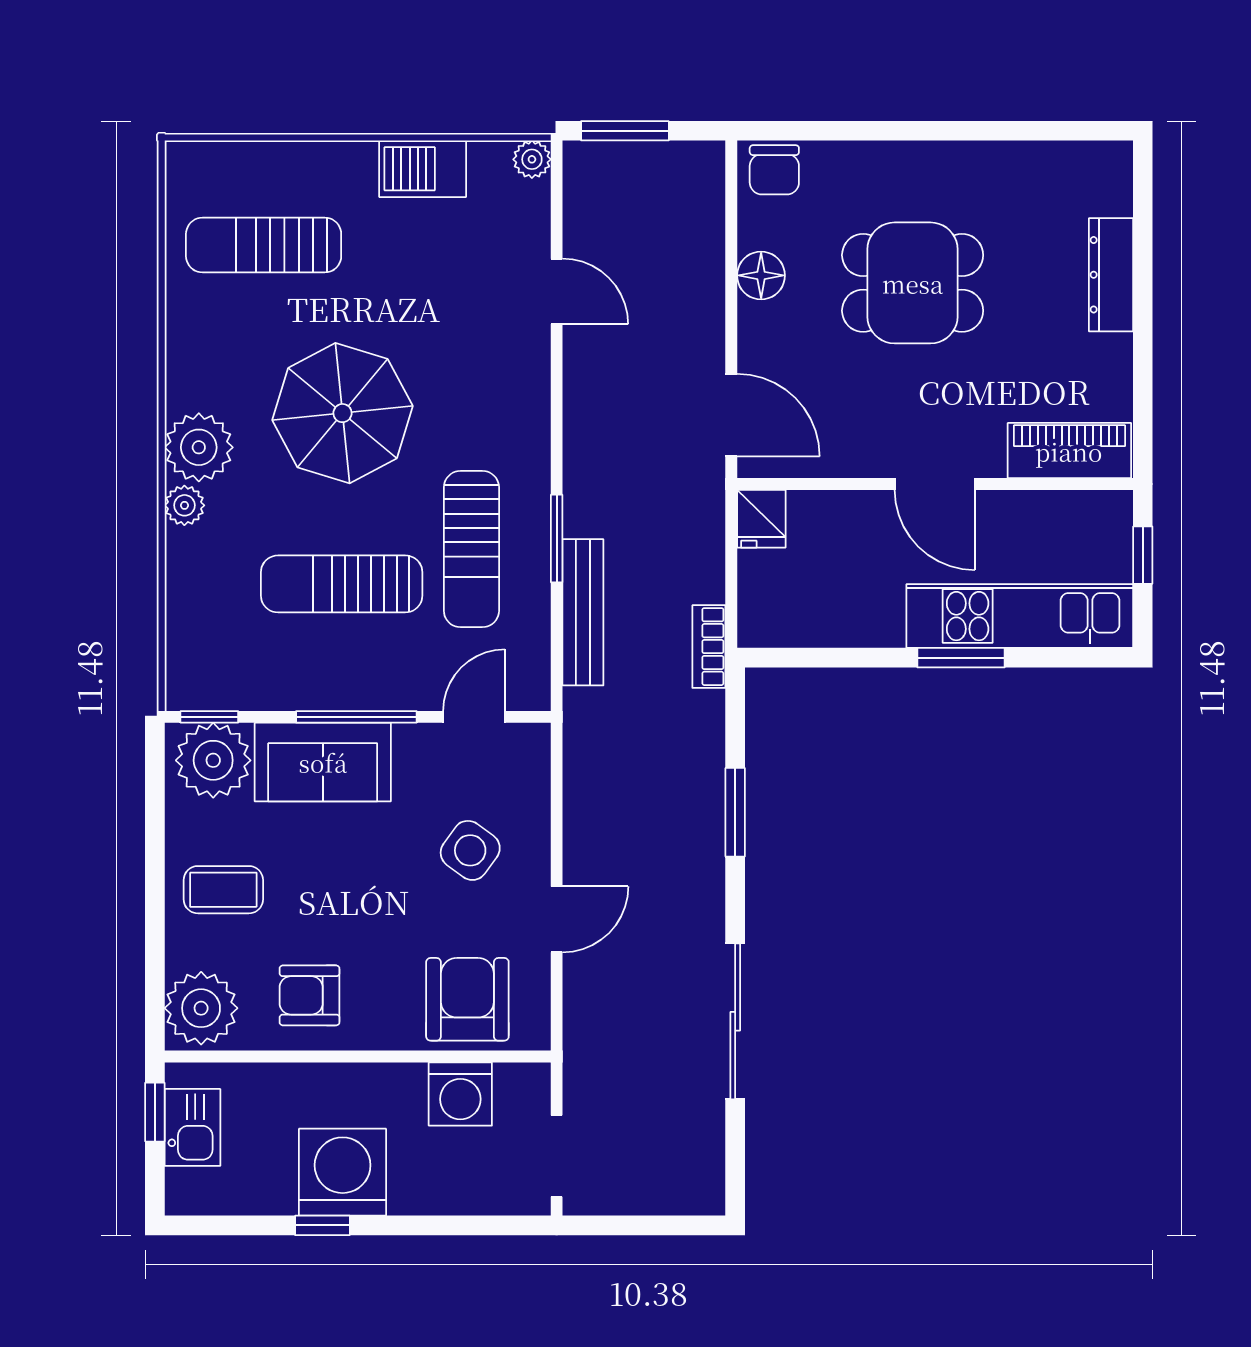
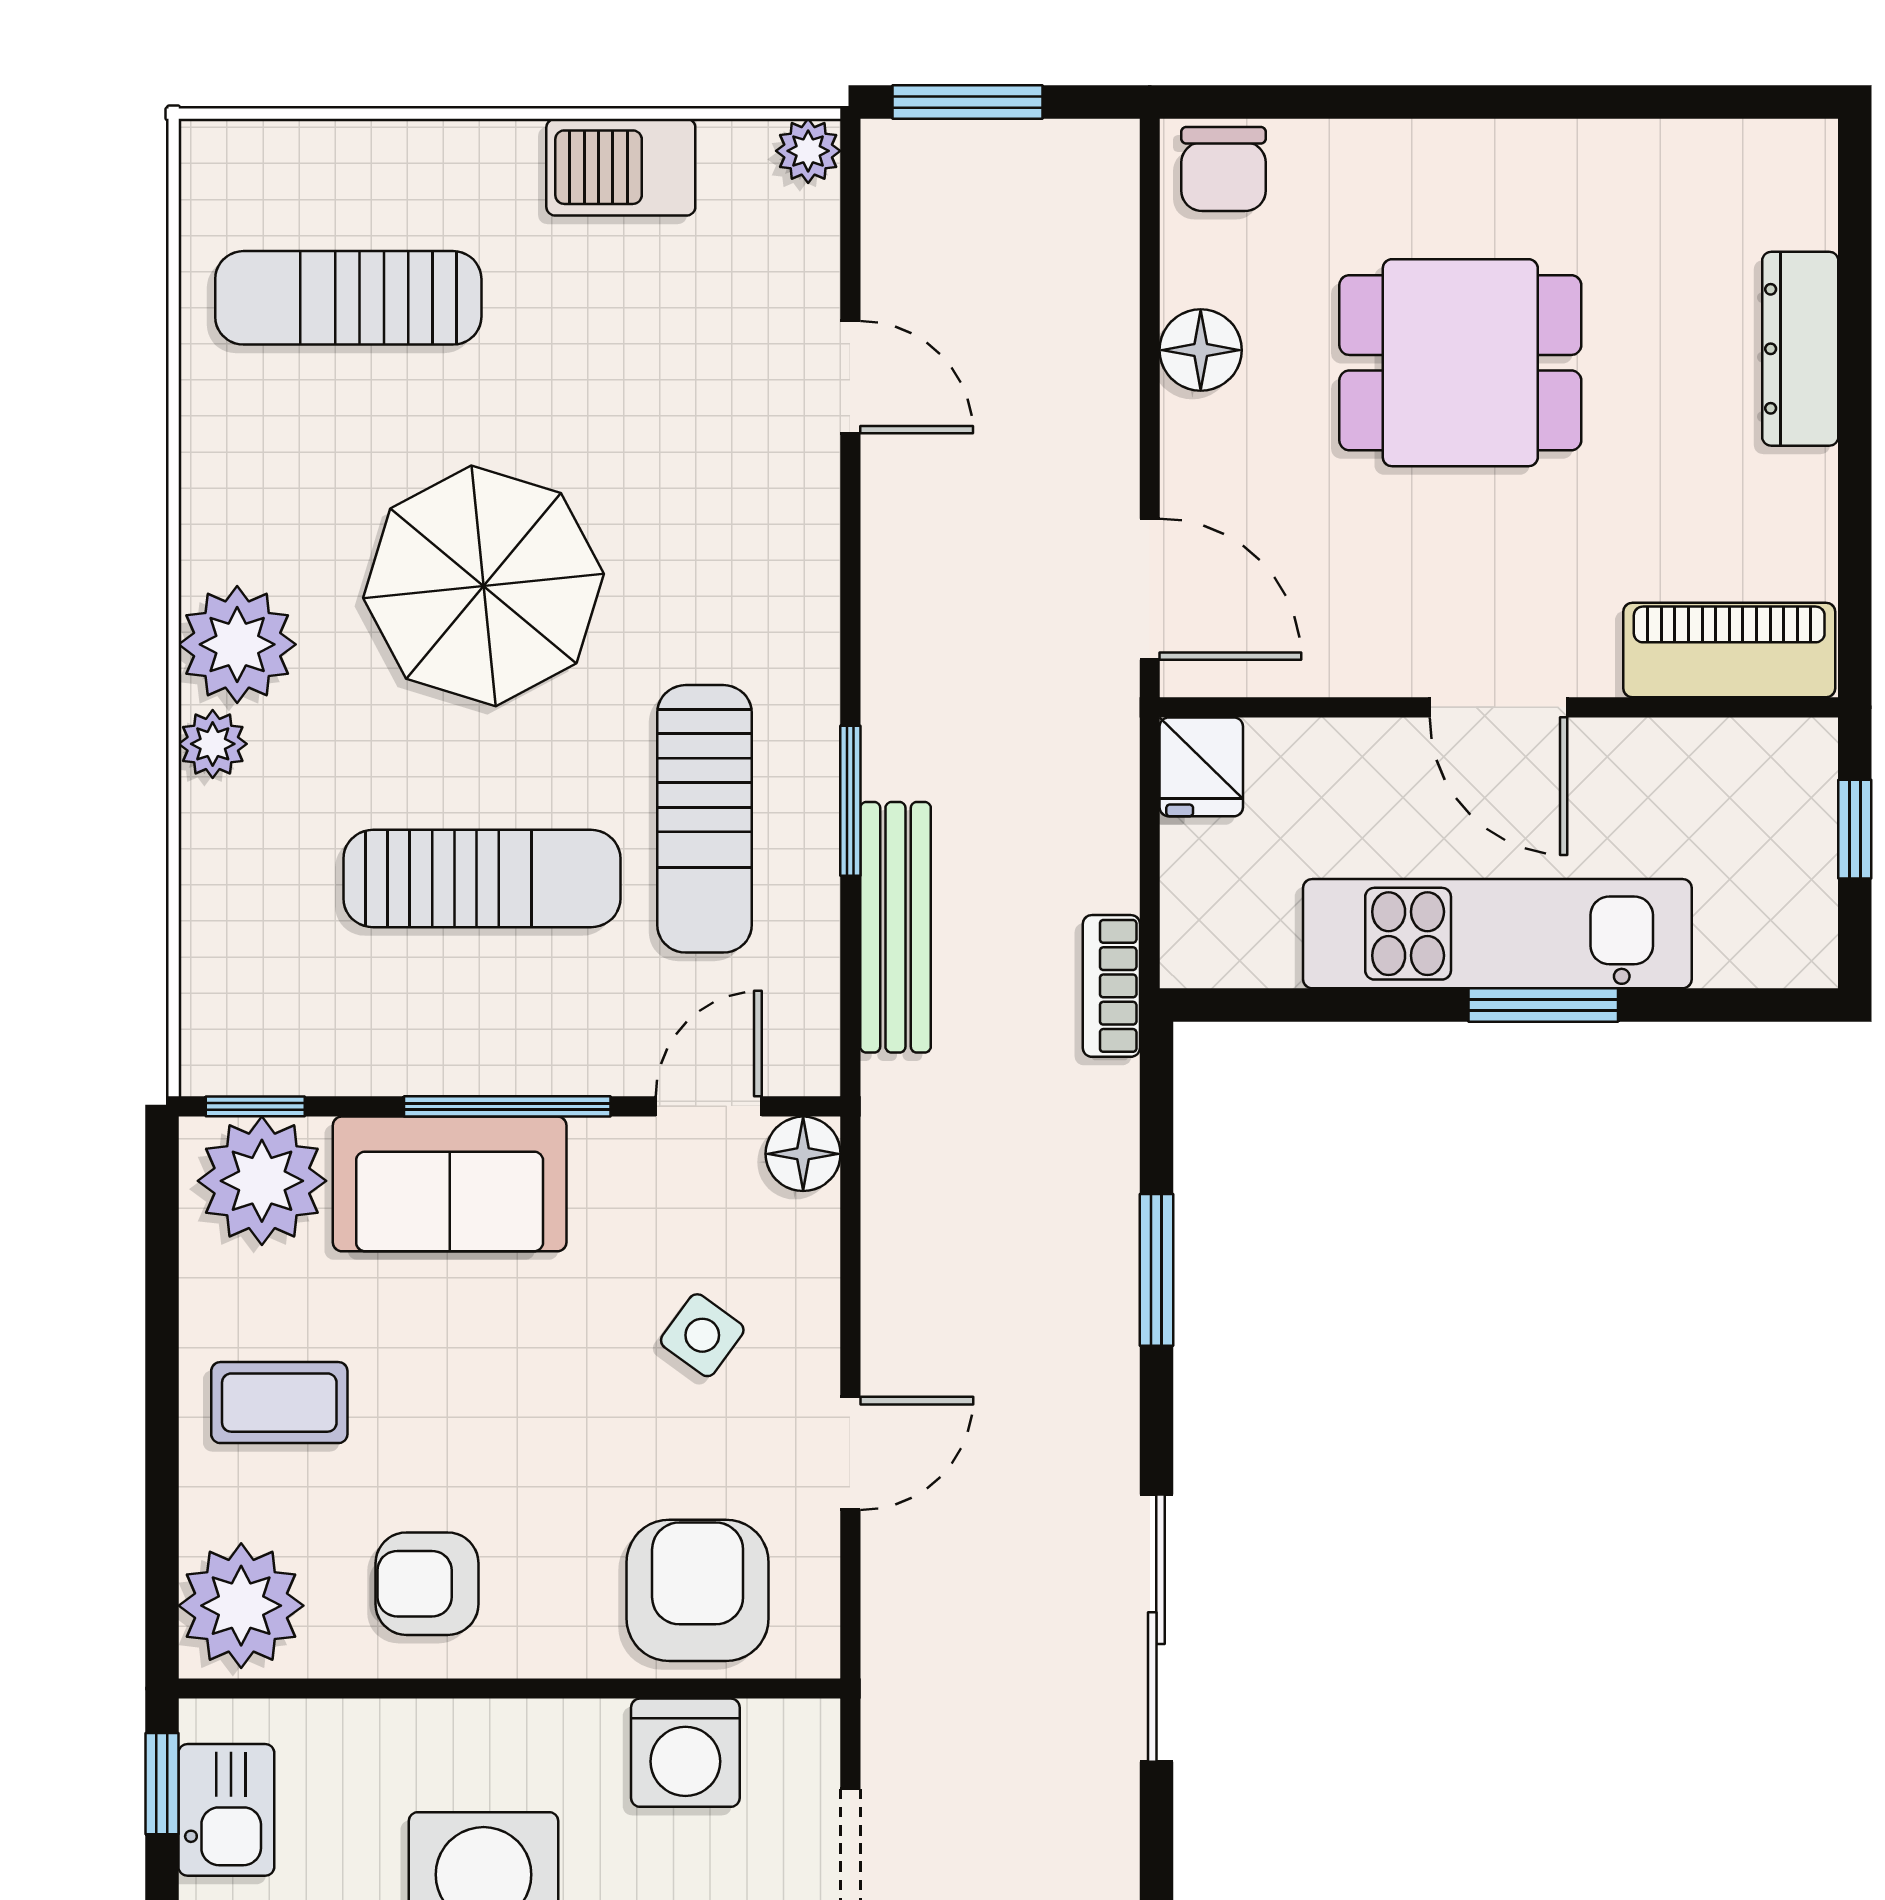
sun lounger: (342, 584) -> (482, 879), turned 180
kitchen unit: (1020, 616) -> (1497, 934), moved
floor lamp: (529, 745) -> (803, 1154), added
side table: (470, 850) -> (702, 1335), width x0.73, depth x0.73

